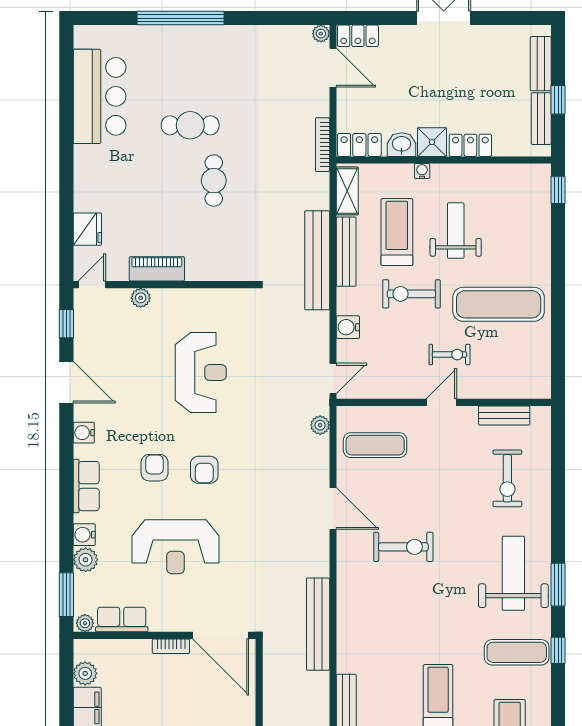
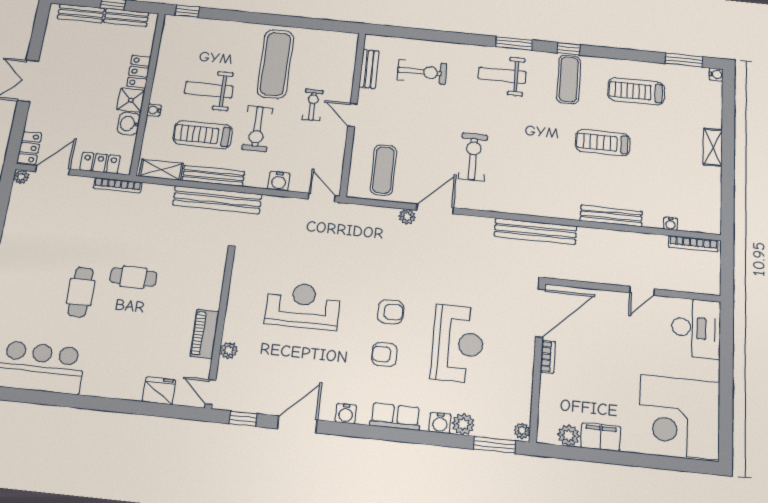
locker: (359, 145) -> (100, 163), moved, turned 90
plant: (320, 425) -> (407, 217), moved
weight bench: (513, 573) -> (502, 75), width x0.73, depth x0.75
row of seats: (122, 620) -> (521, 398), removed

